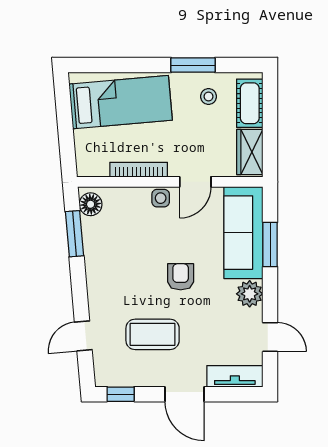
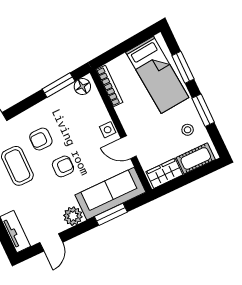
window: (126, 65) -> (183, 67), added
bookcase: (139, 170) -> (109, 86), moved
armchair: (132, 288) -> (41, 139), added

